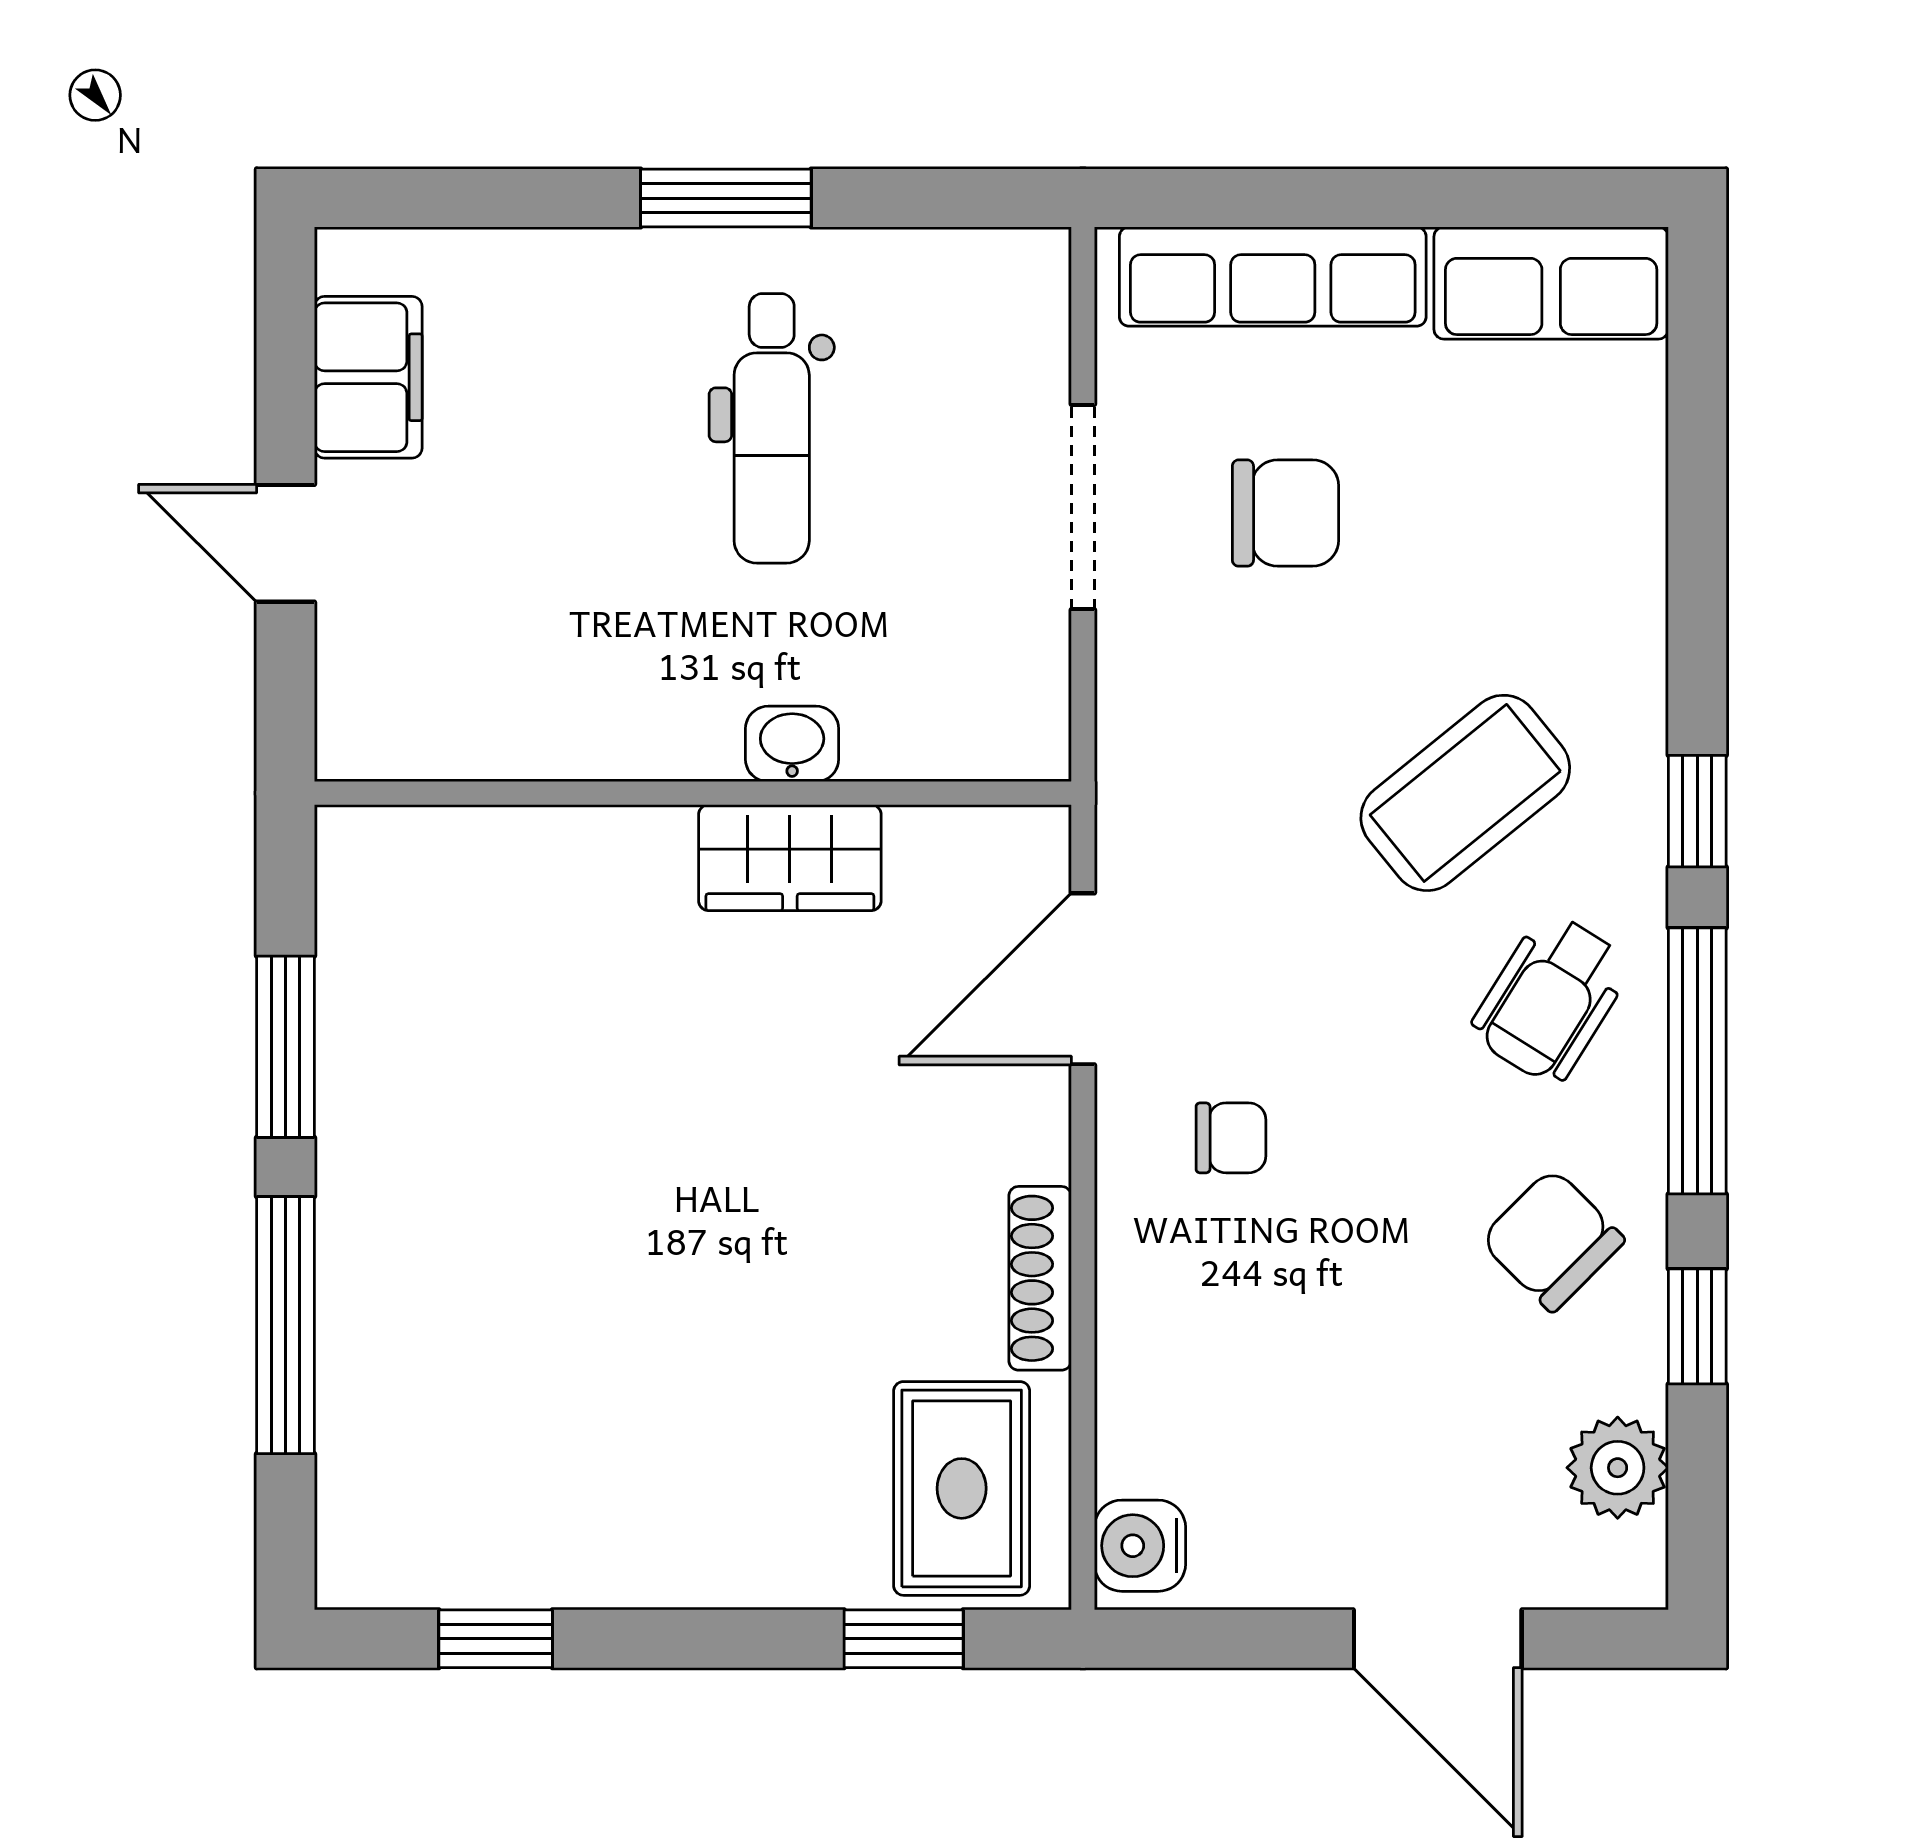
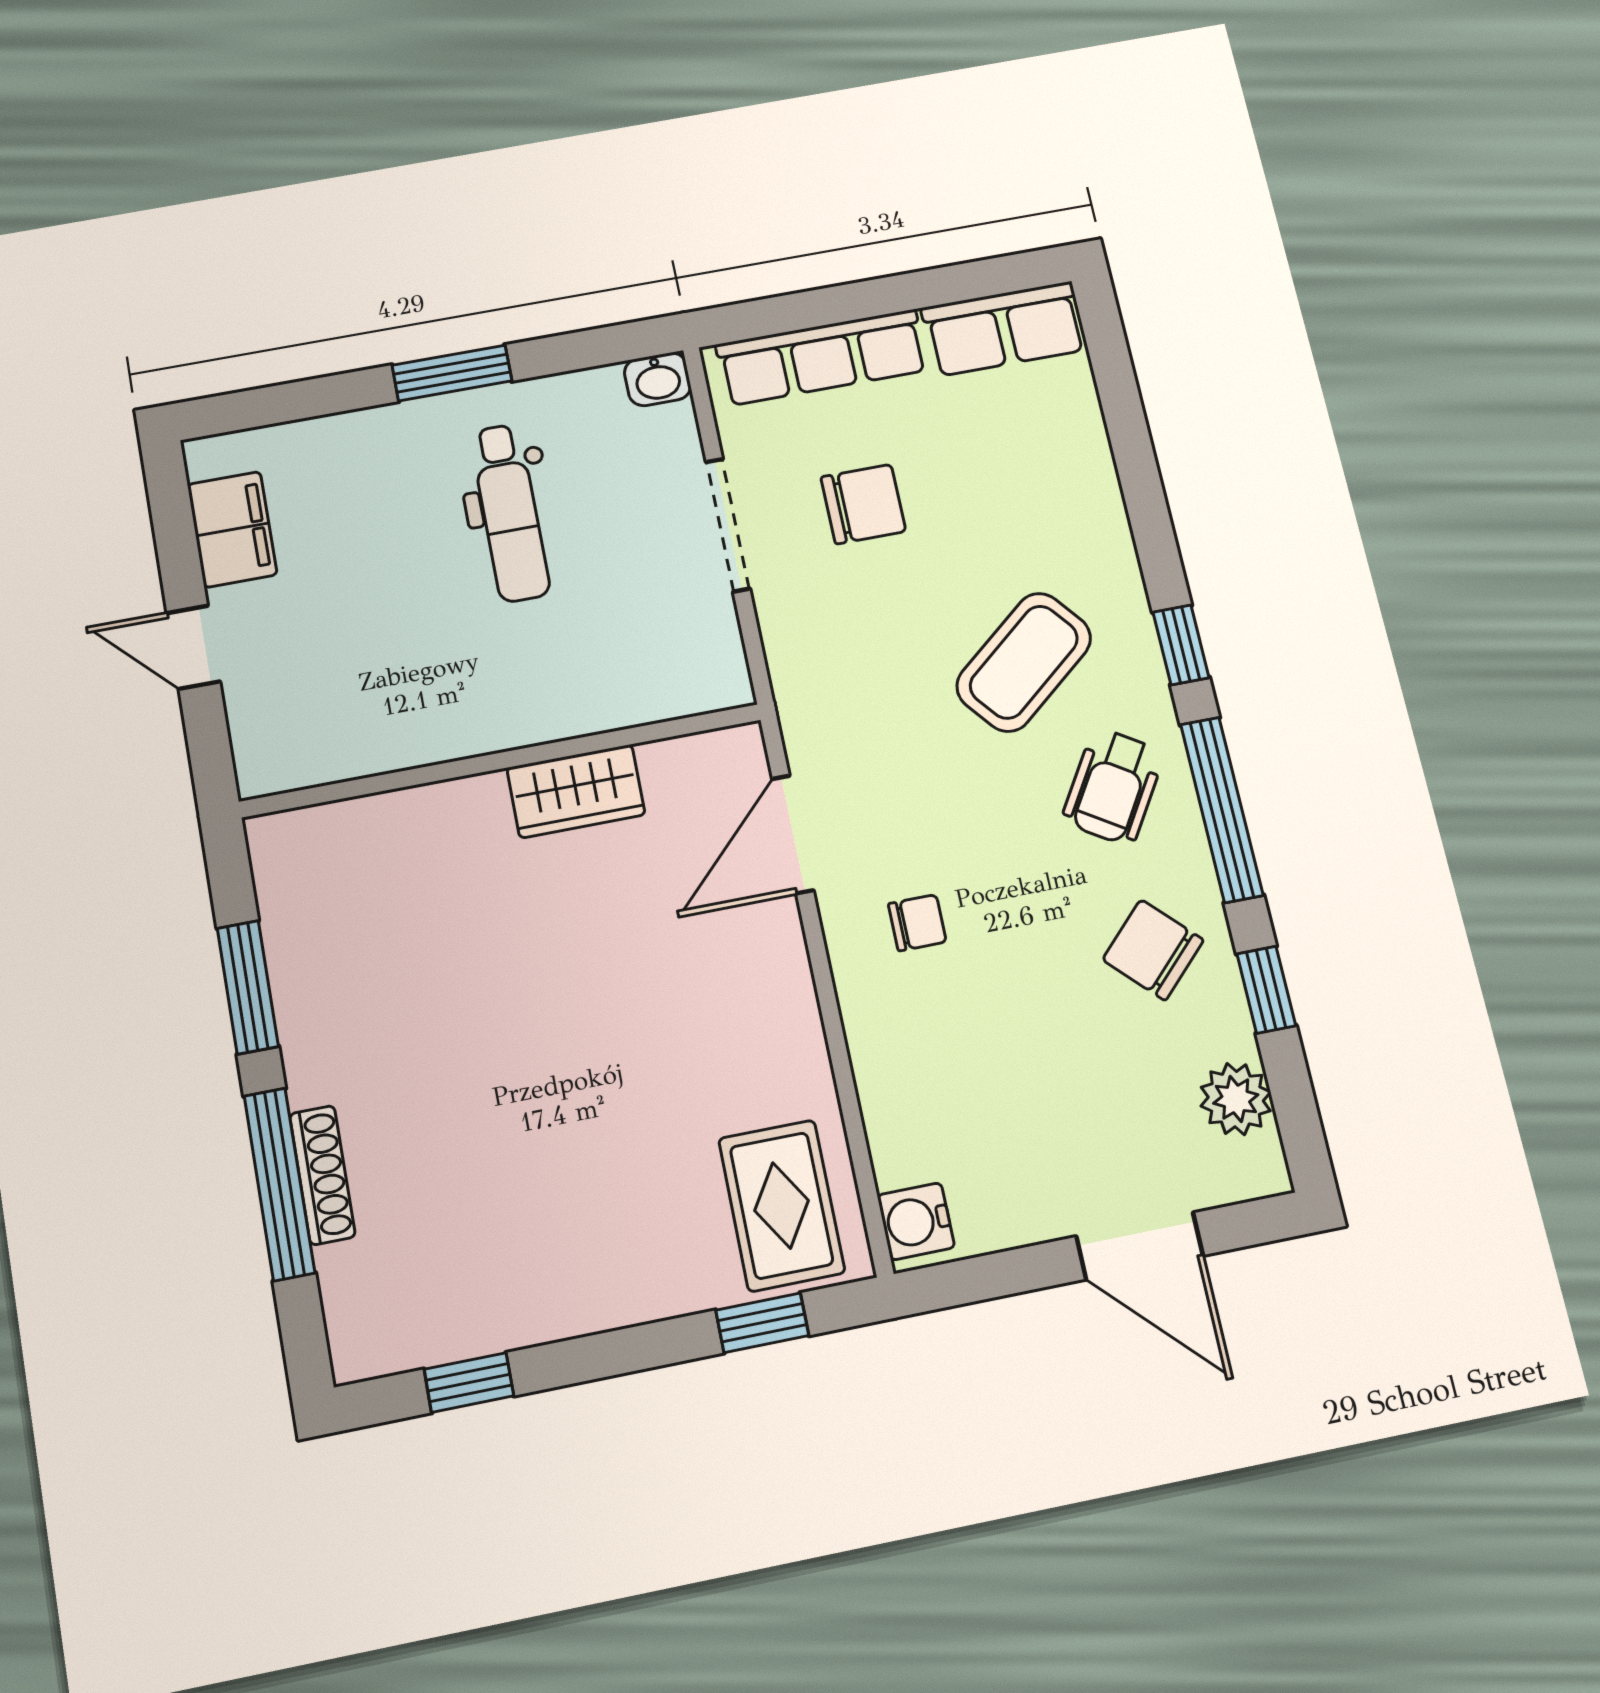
washbasin: (792, 744) -> (658, 379), moved, turned 180
shoe rack: (1040, 1278) -> (322, 1175), moved, turned 180

